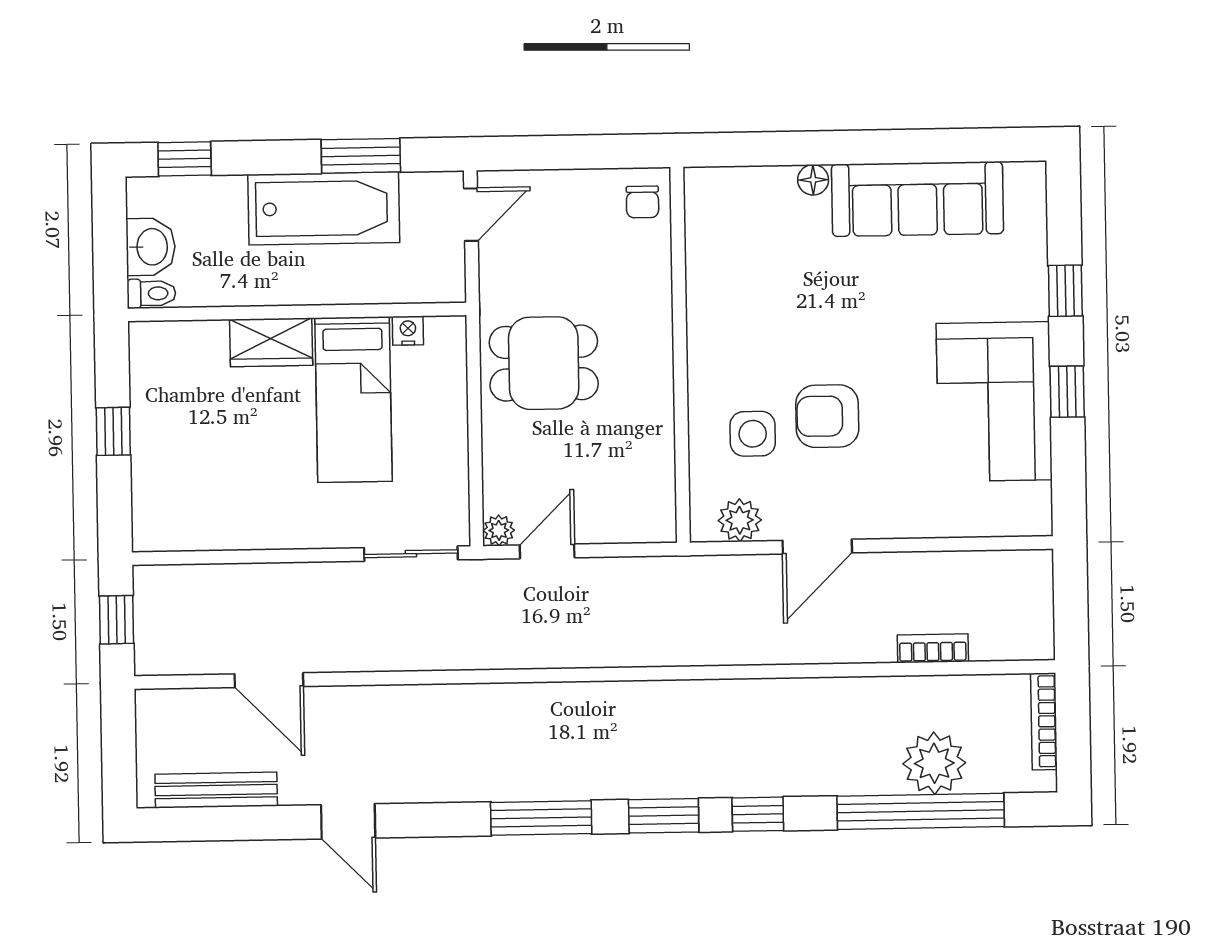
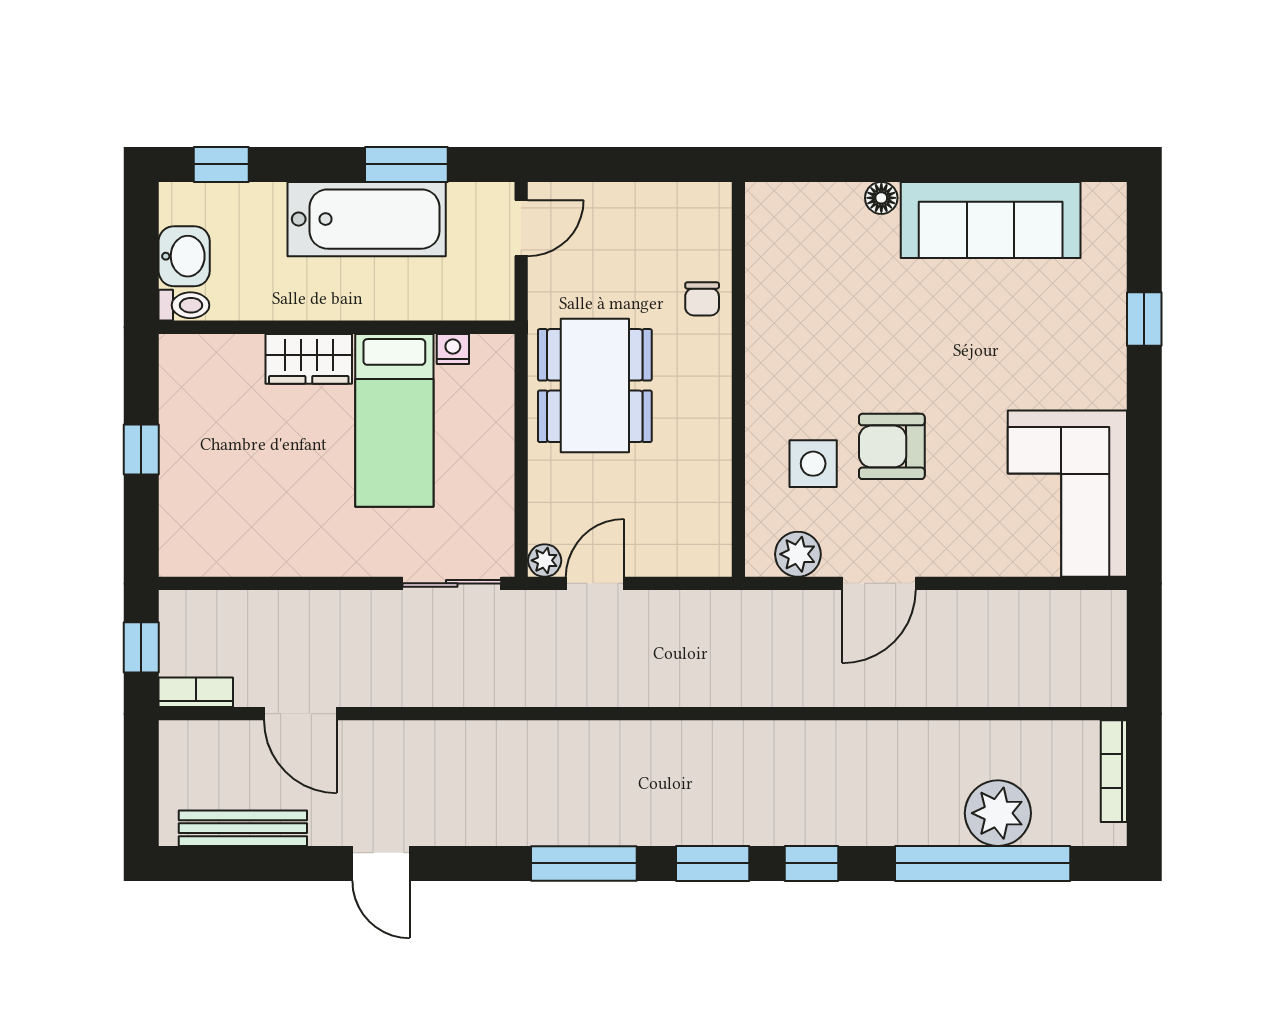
chair: (643, 202) -> (702, 299), moved
dining table: (544, 363) -> (595, 386), width x1.38
window: (1067, 392) -> (1144, 425), removed
corner sofa: (994, 402) -> (1067, 494), moved
bookcase: (933, 648) -> (196, 692), moved

